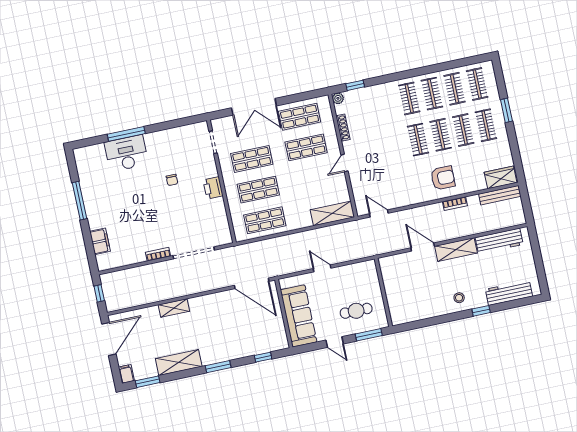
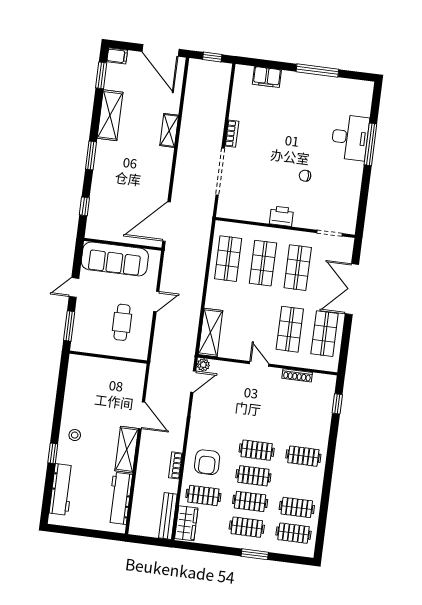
clothes rail: (432, 94) -> (203, 495), moved
plant: (338, 98) -> (203, 365), moved
door: (423, 247) -> (142, 415), hinge flipped
cafe table: (356, 311) -> (122, 322), moved

